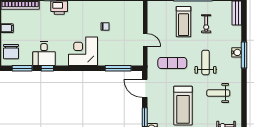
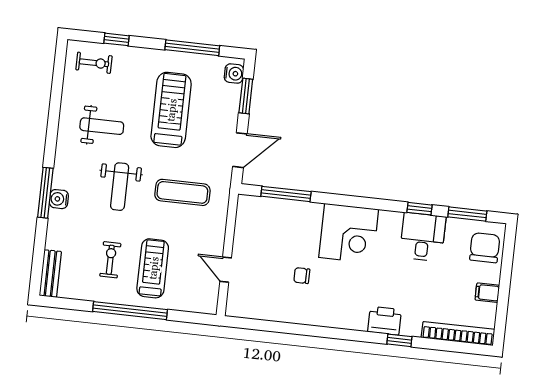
door: (145, 40) -> (226, 270), moved
door: (145, 88) -> (240, 150), hinge flipped

